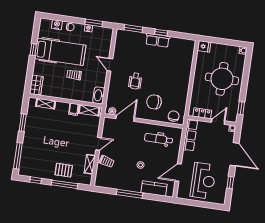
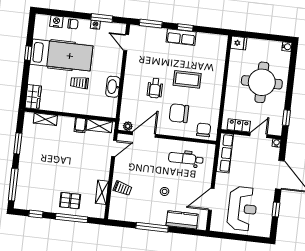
door: (110, 65) -> (126, 43), moved
coffee table: (161, 75) -> (187, 79), added
washbasin: (99, 95) -> (113, 87), moved
door: (98, 144) -> (114, 148), moved

